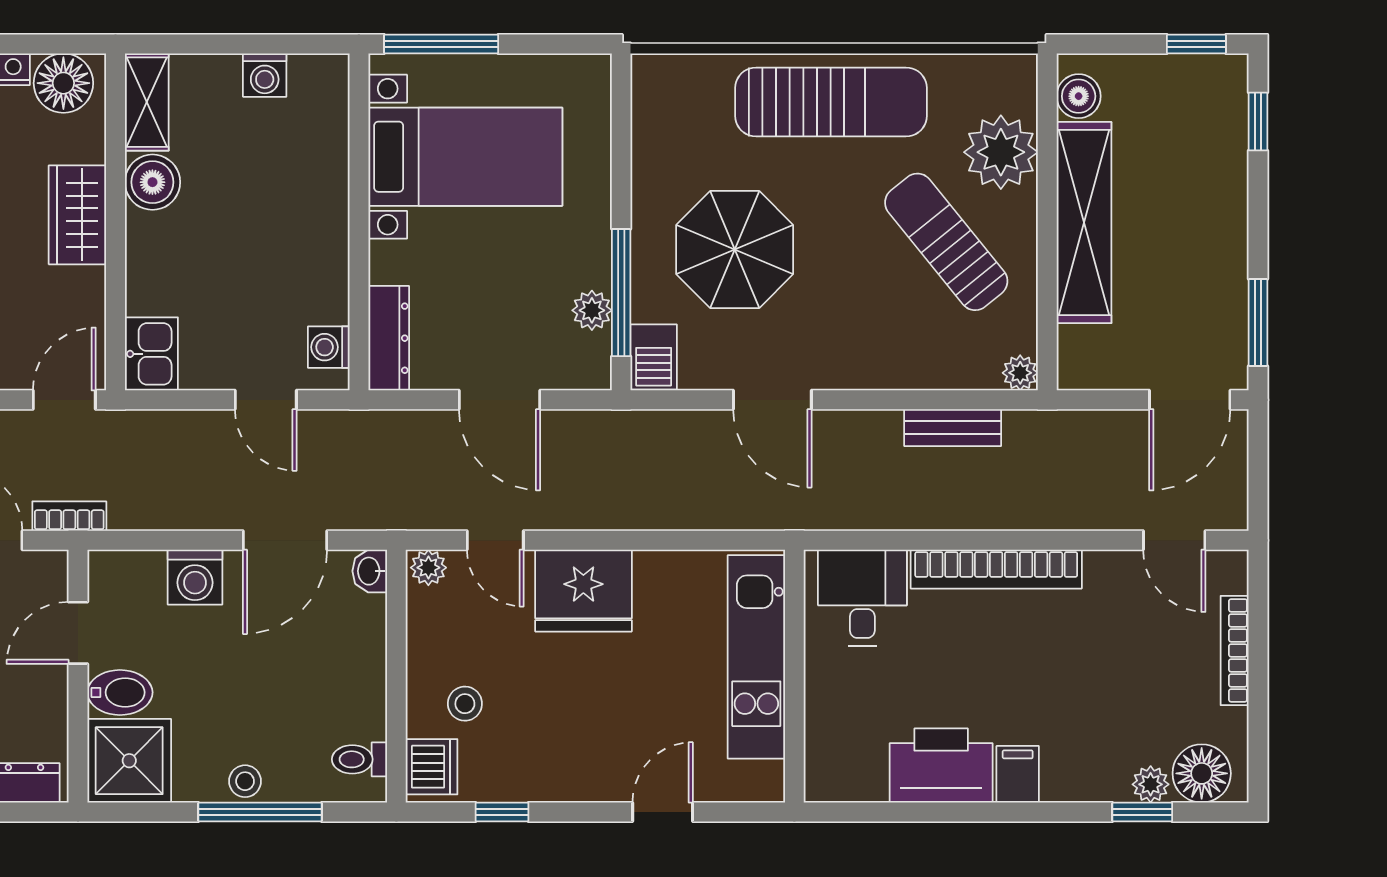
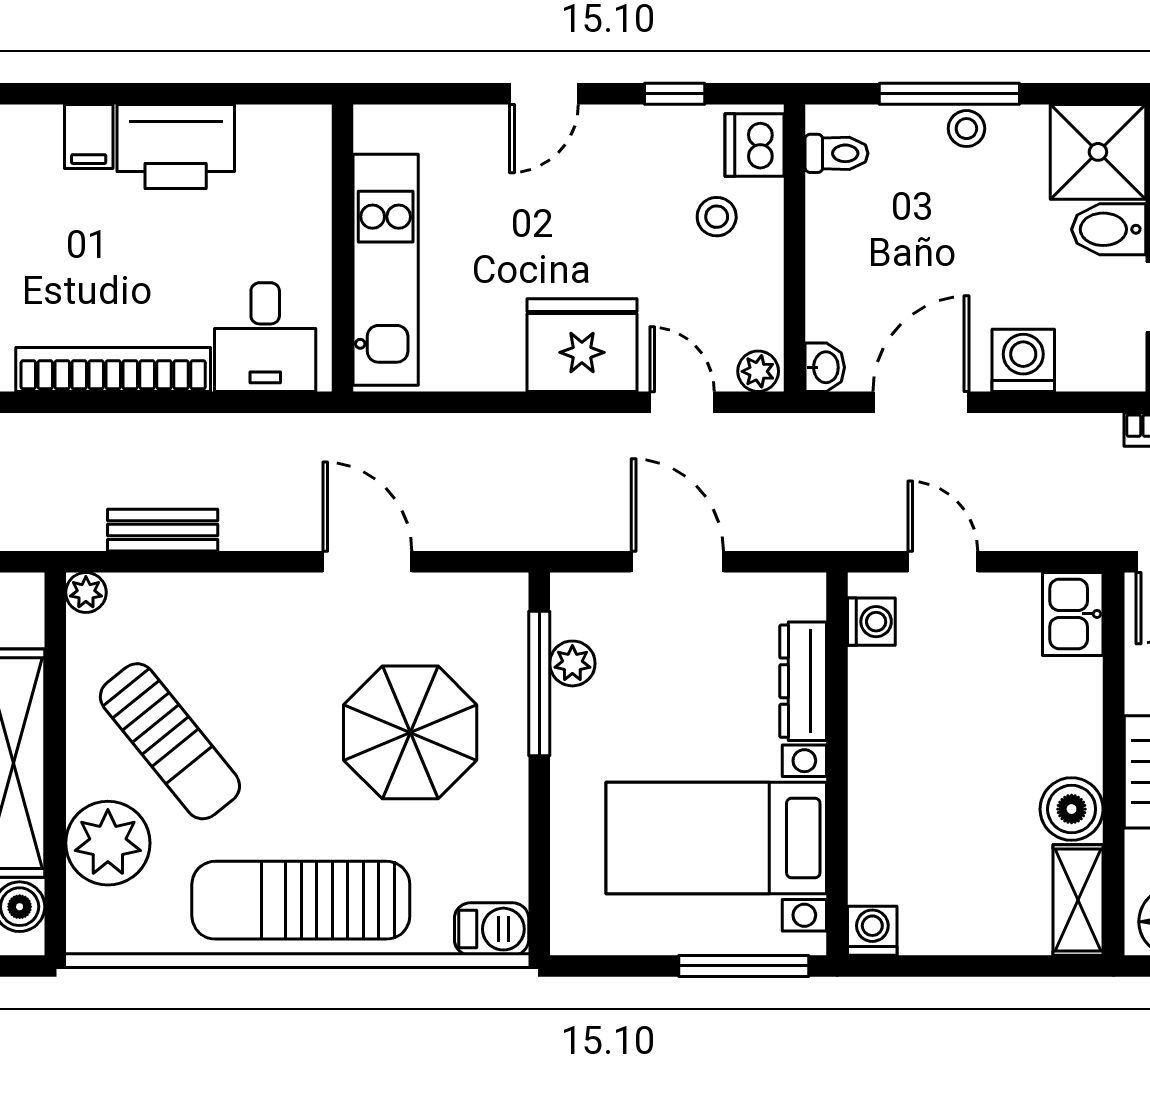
washing machine: (265, 75) -> (872, 931), moved
dresser: (389, 338) -> (803, 681), moved
barbecue: (654, 357) -> (492, 929), moved, turned 90
door: (663, 812) -> (544, 94), moved

